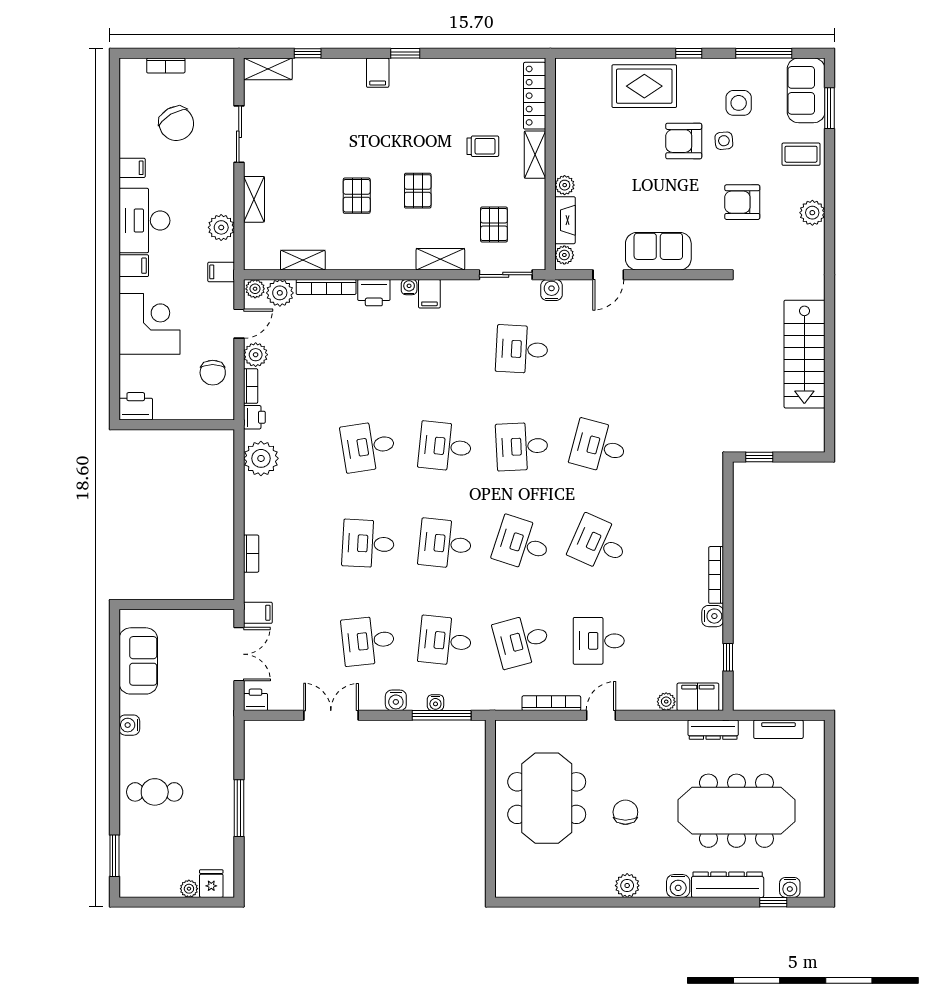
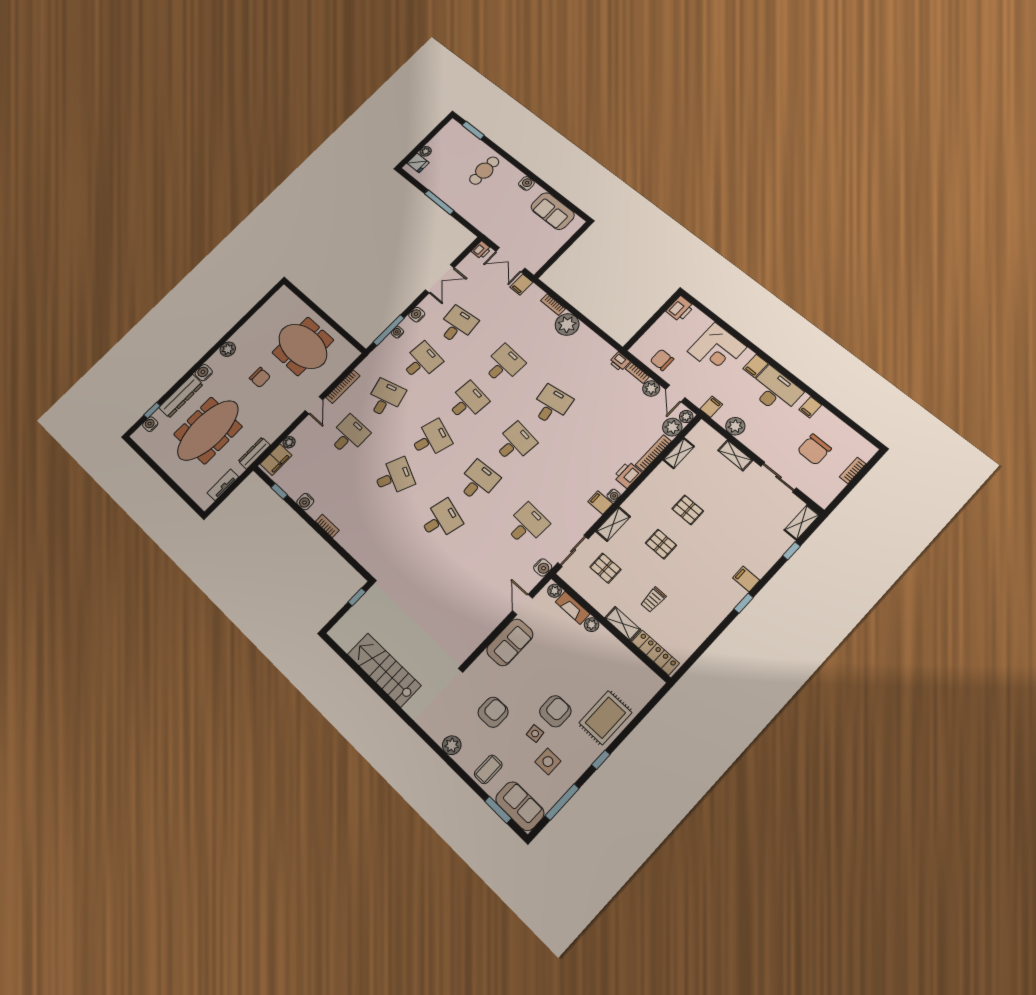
chair: (176, 124) -> (814, 450), turned -60
plant: (261, 458) -> (567, 325), moved
bookcase: (716, 575) -> (327, 526), width x0.64

